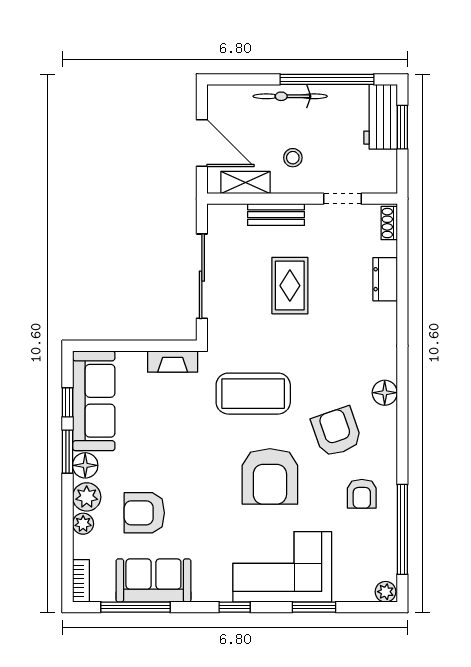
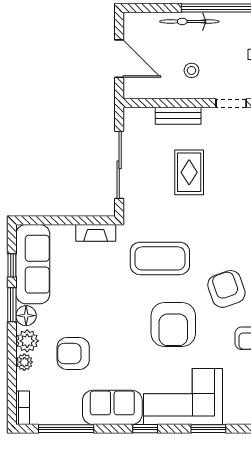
shelving: (246, 182) -> (154, 90), removed
sofa: (153, 580) -> (112, 407), moved

